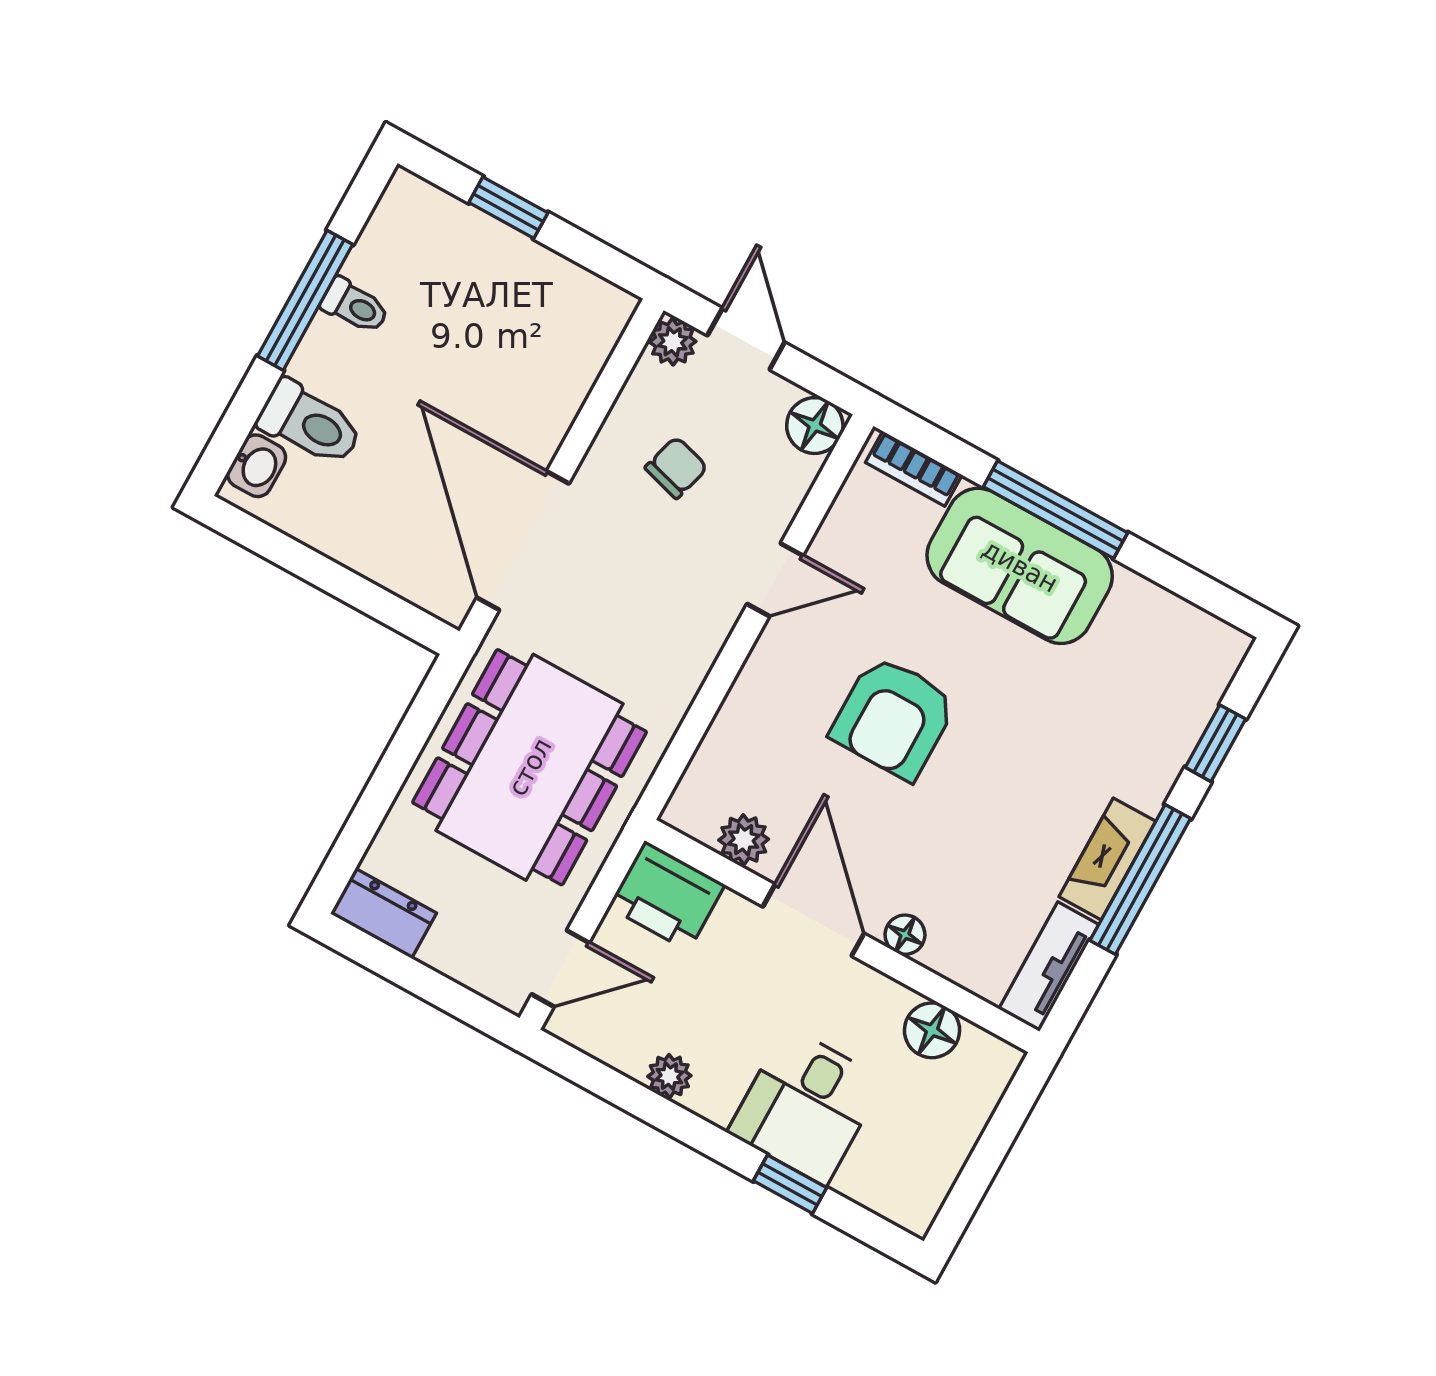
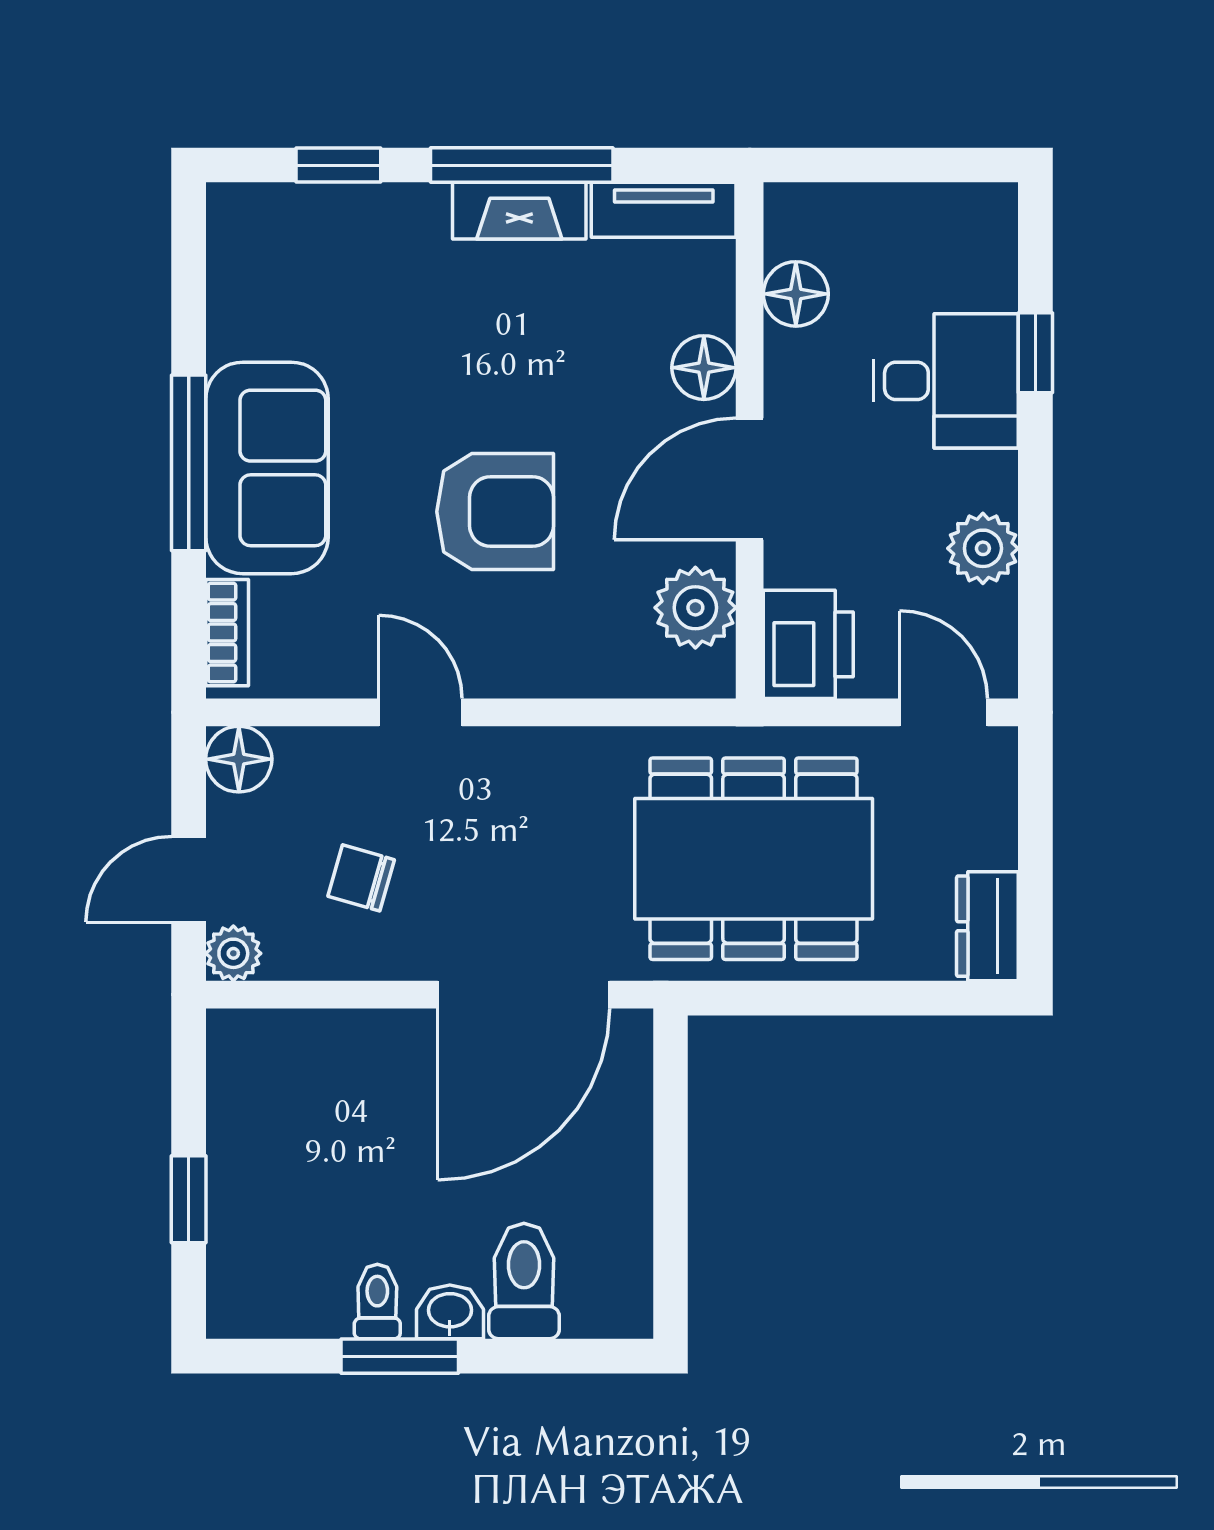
window: (305, 300) -> (400, 1356), width x0.69
washbasin: (257, 466) -> (450, 1312), moved
plant: (744, 840) -> (695, 608), width x1.38, depth x1.38
floor lamp: (905, 935) -> (704, 368), width x1.37, depth x1.37
plant: (669, 1076) -> (983, 548), width x1.38, depth x1.38

